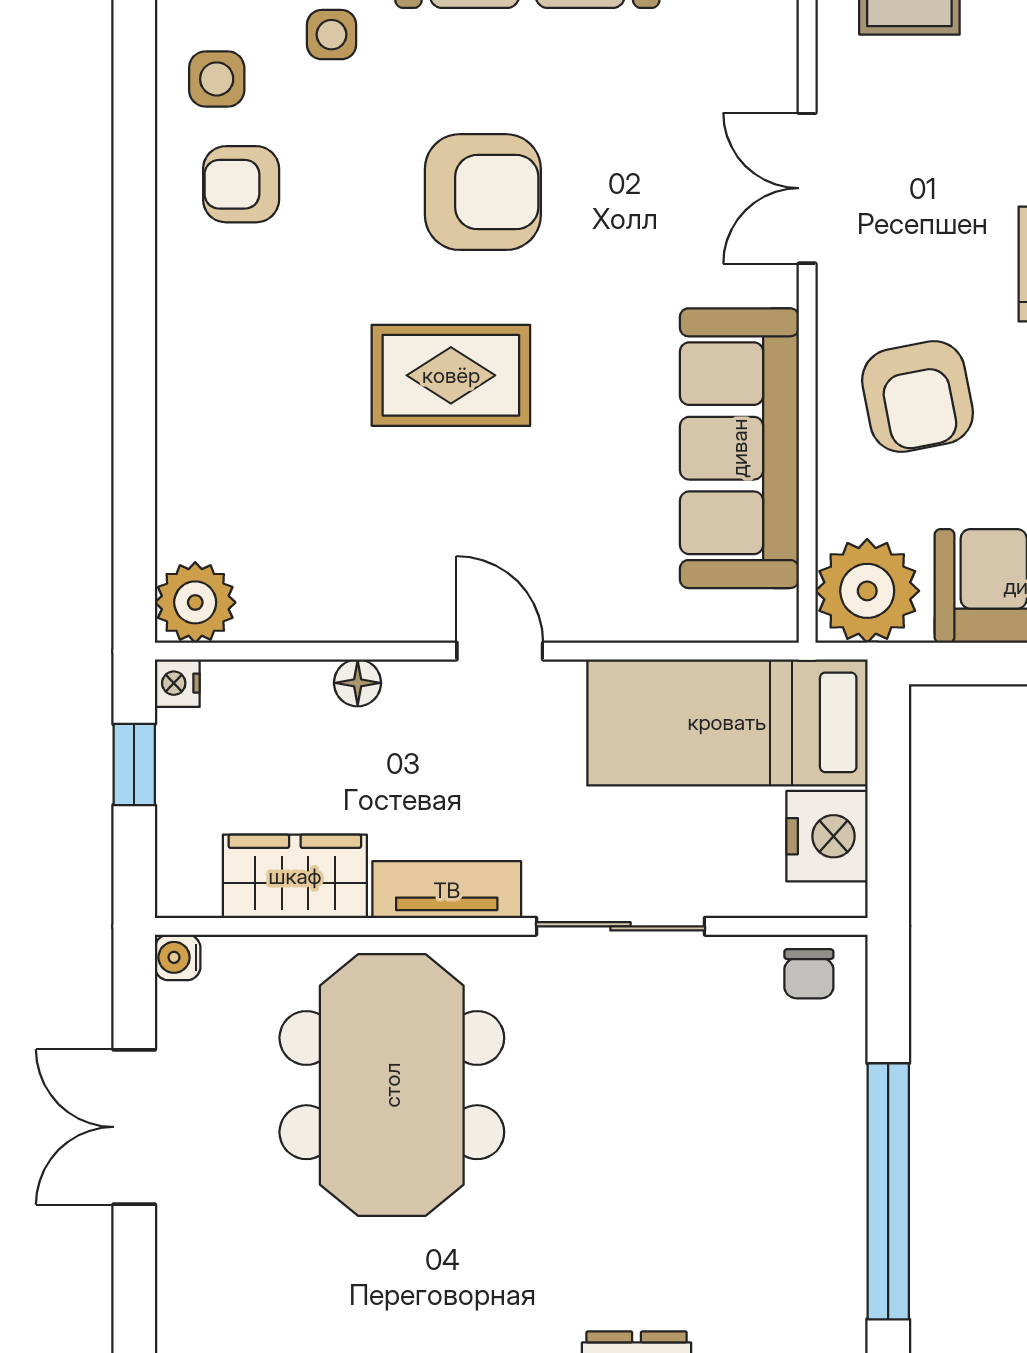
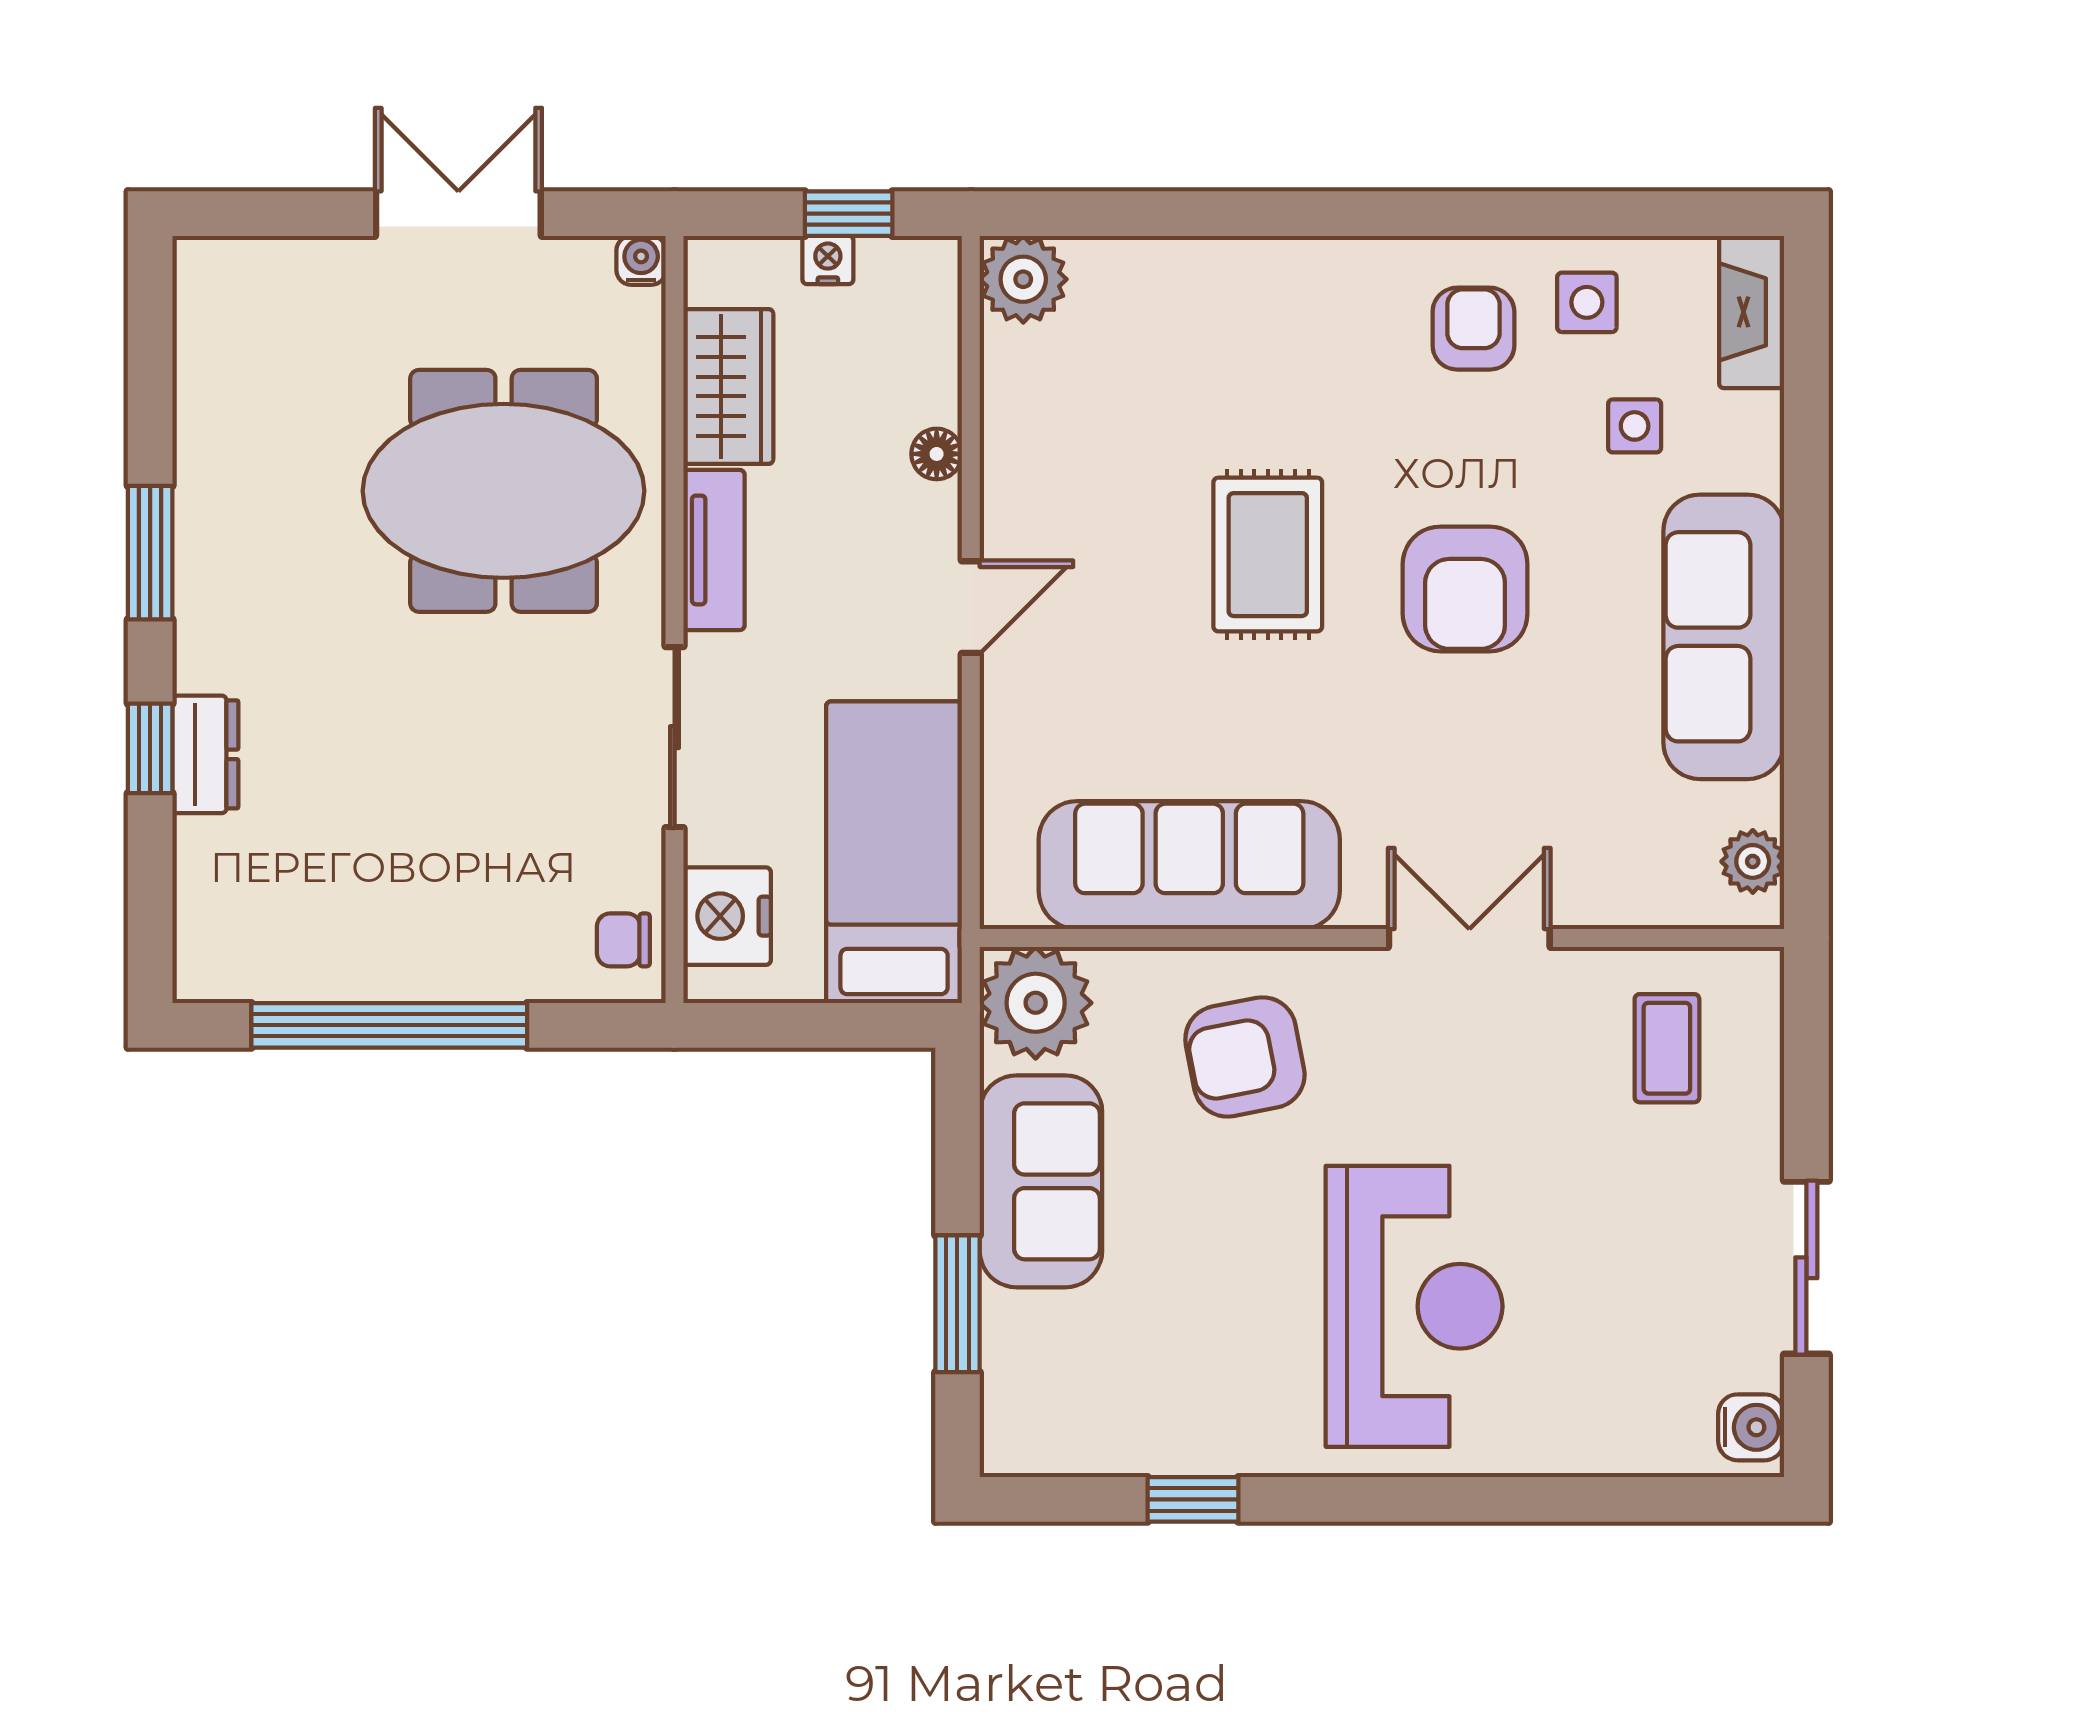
nightstand: (177, 683) -> (828, 260), moved
nightstand: (827, 836) -> (727, 916), moved, turned 90

